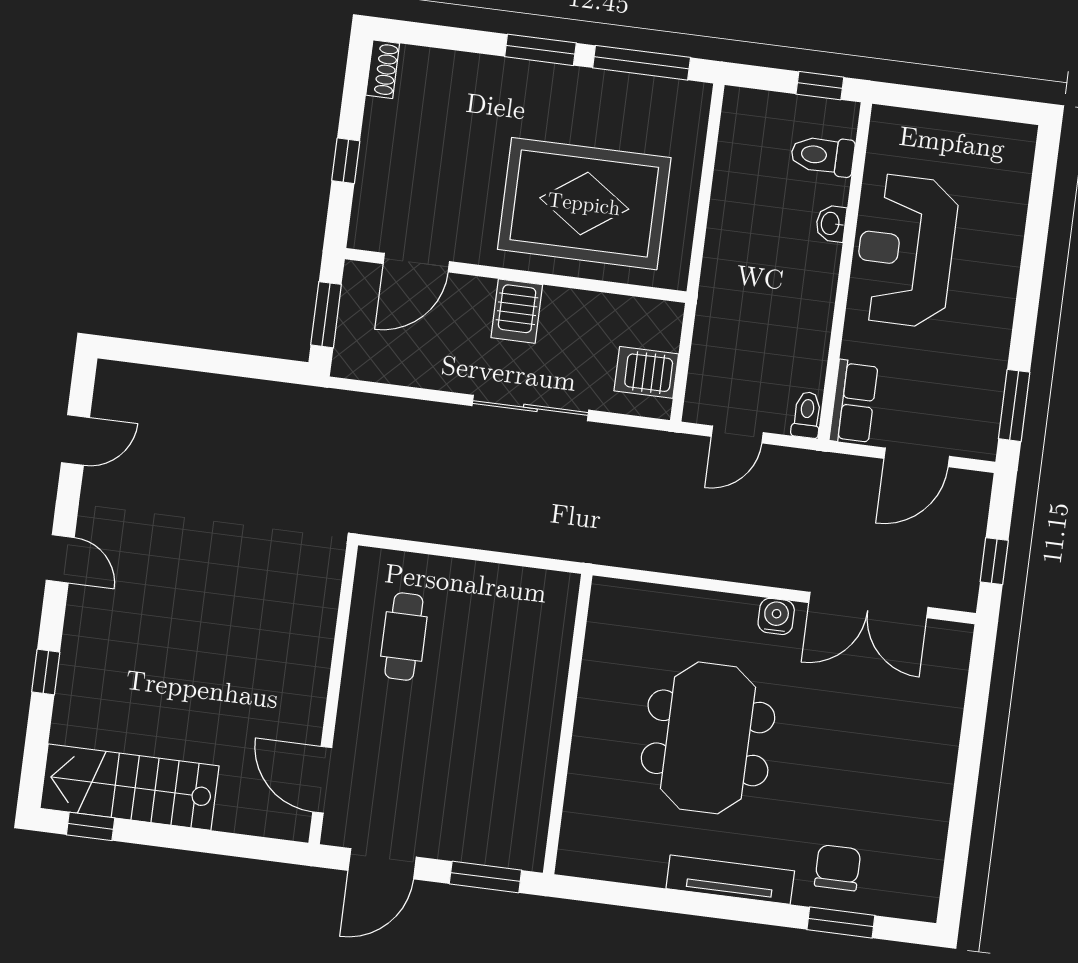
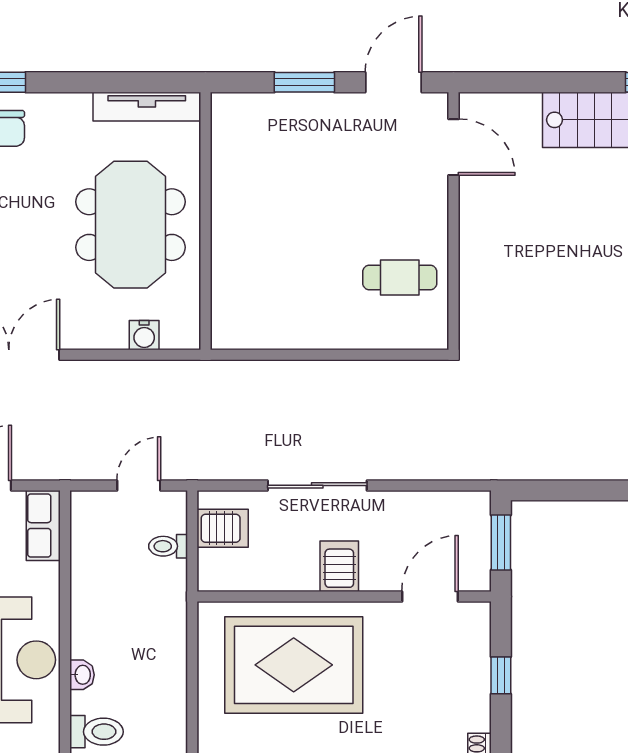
toilet: (807, 415) -> (168, 546), moved, turned 90
water cooler: (776, 616) -> (144, 335), moved
cafe table: (404, 637) -> (400, 278), turned 90
wall: (568, 724) -> (205, 221), moved
tv unit: (730, 880) -> (147, 107), moved

